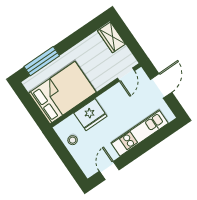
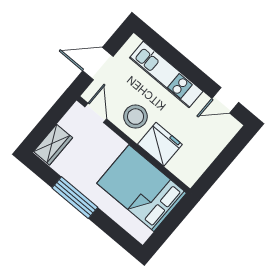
window: (42, 61) -> (75, 198), moved
door: (126, 75) -> (96, 113), hinge flipped
stool: (73, 140) -> (136, 117), moved, width x1.89, depth x1.89

